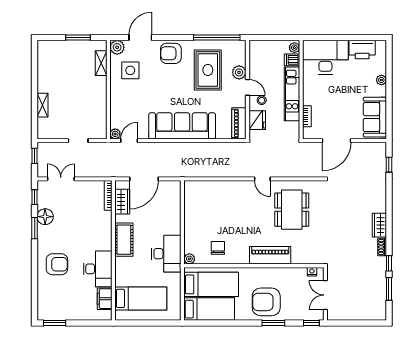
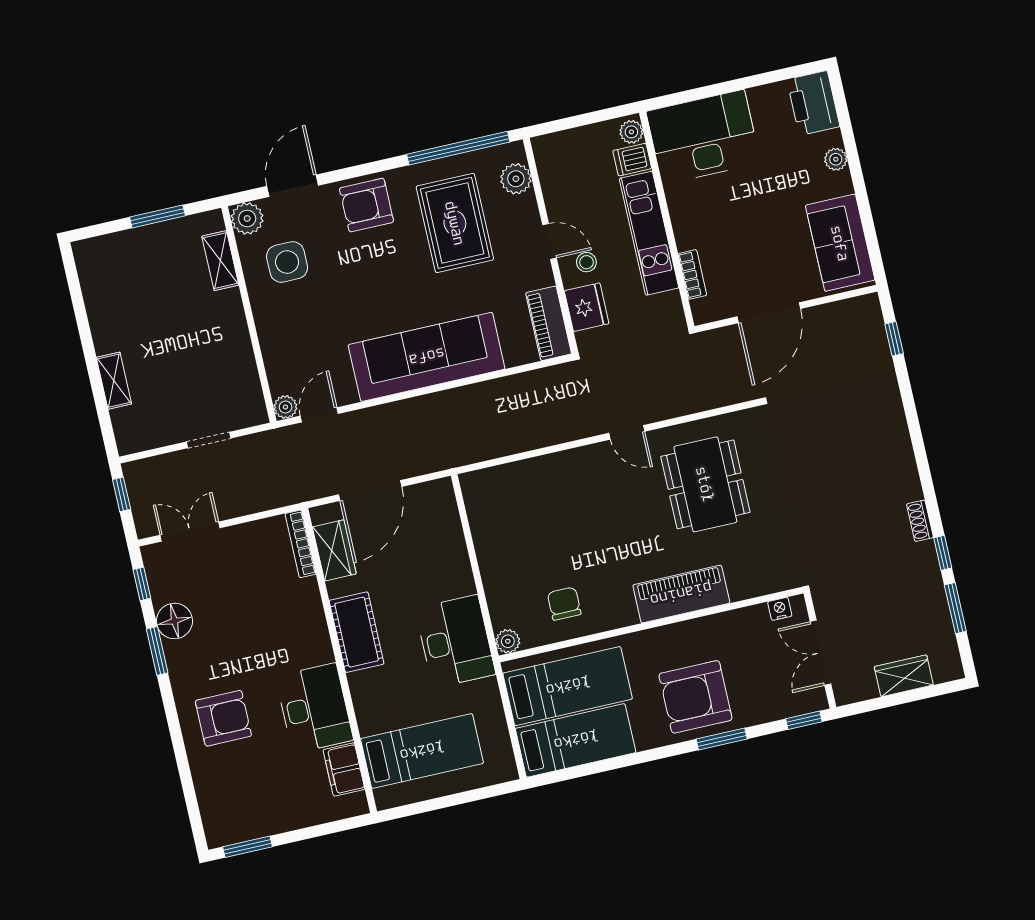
printer: (362, 49) -> (813, 103), moved, turned 90
plant: (239, 72) -> (516, 179), moved
wardrobe: (379, 225) -> (904, 676), moved, turned 90

